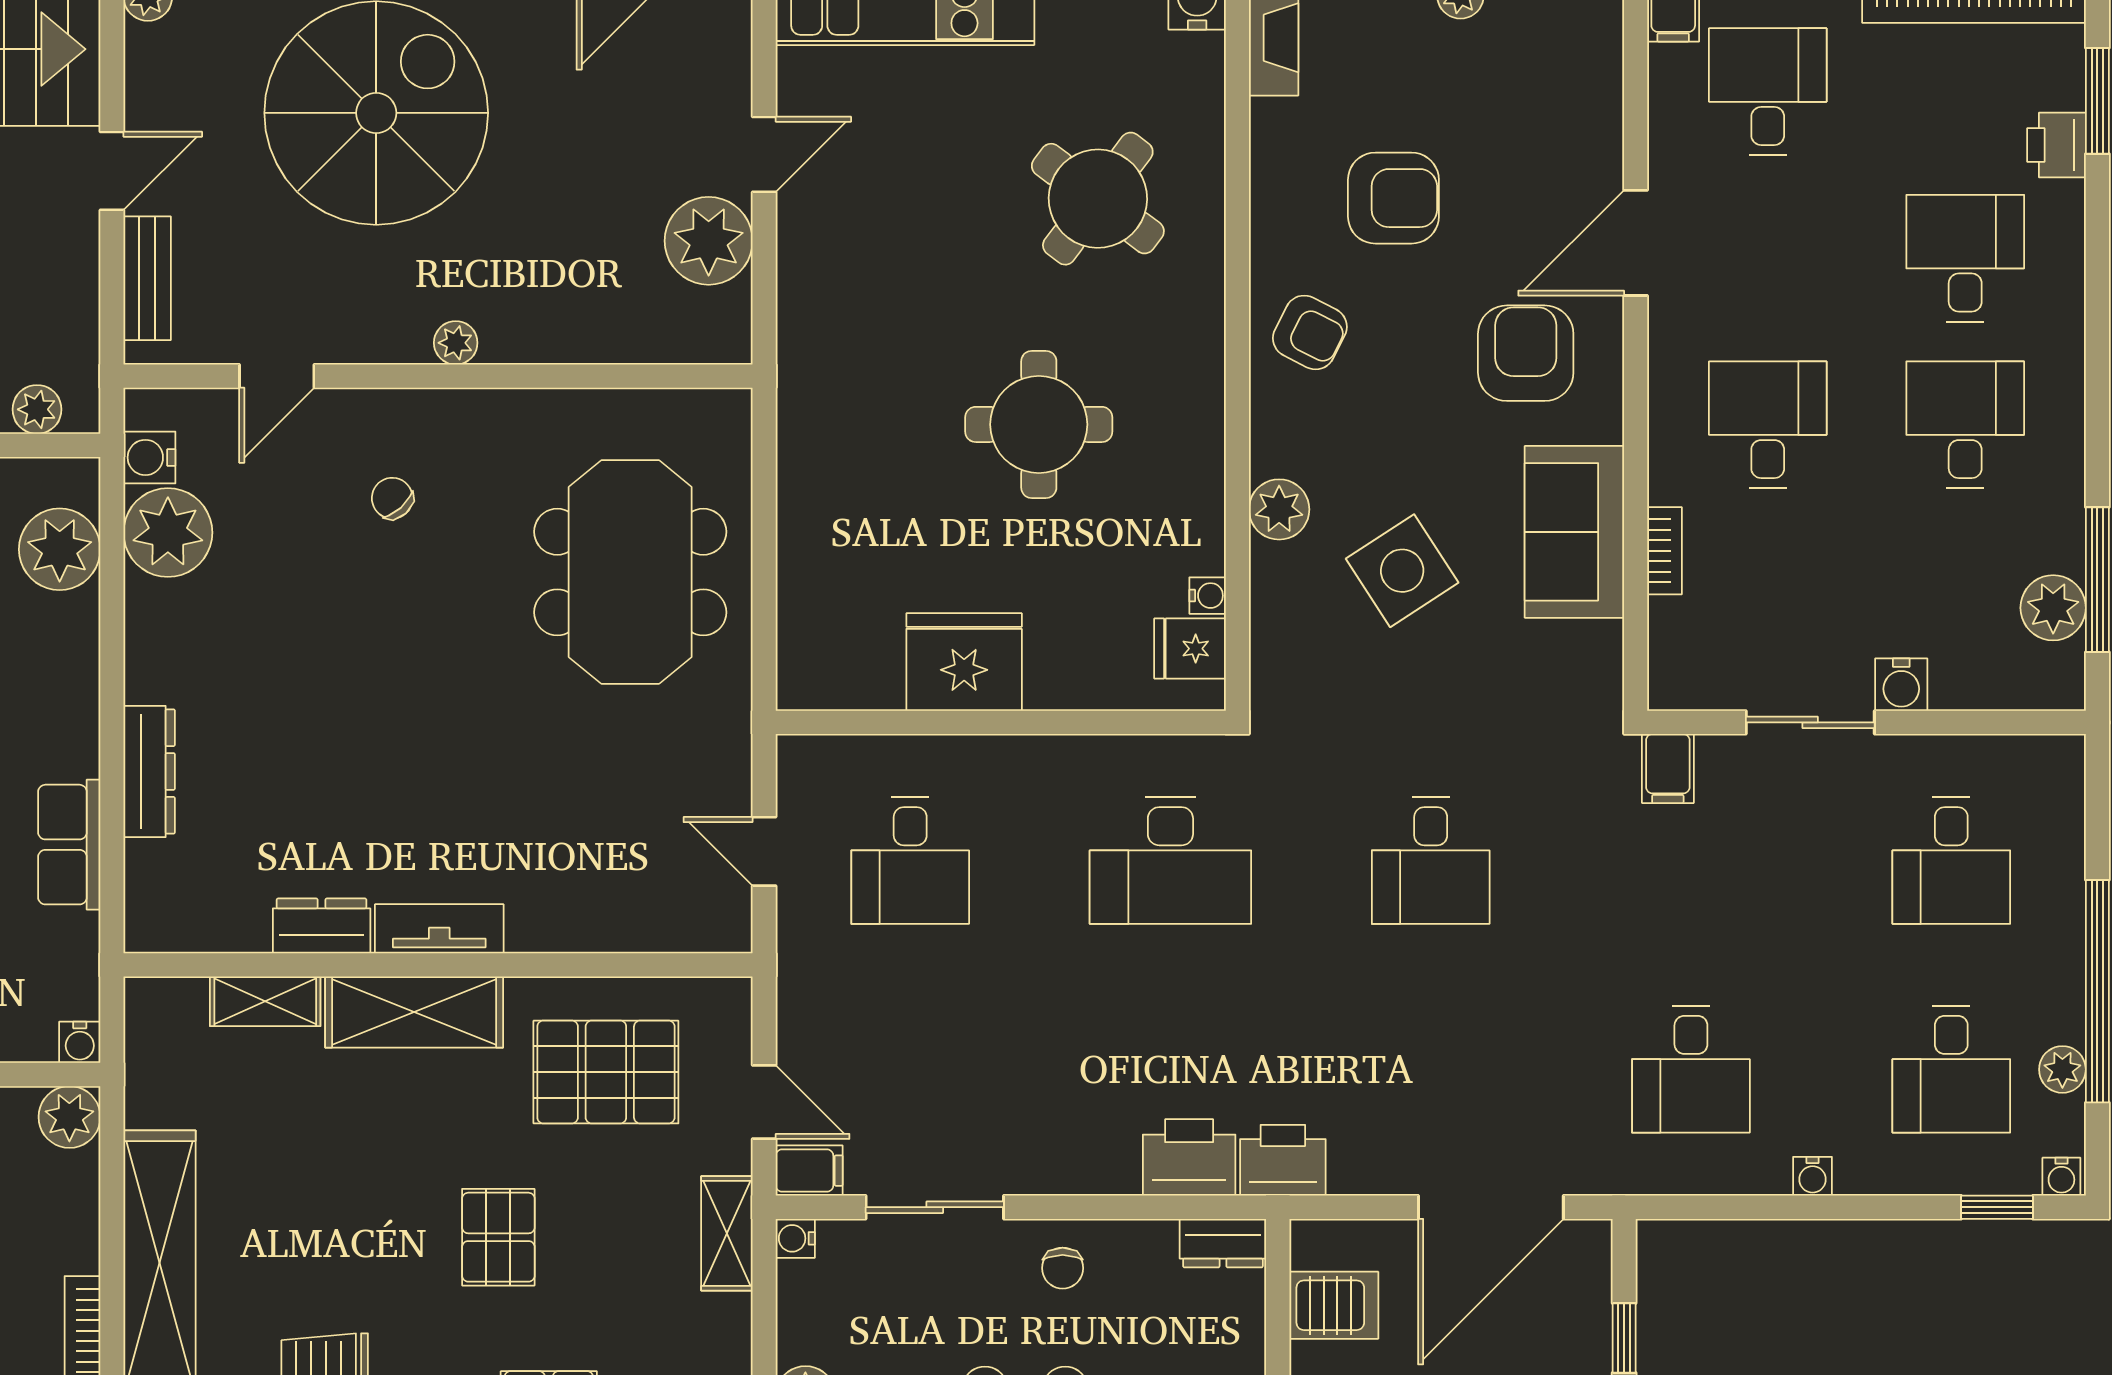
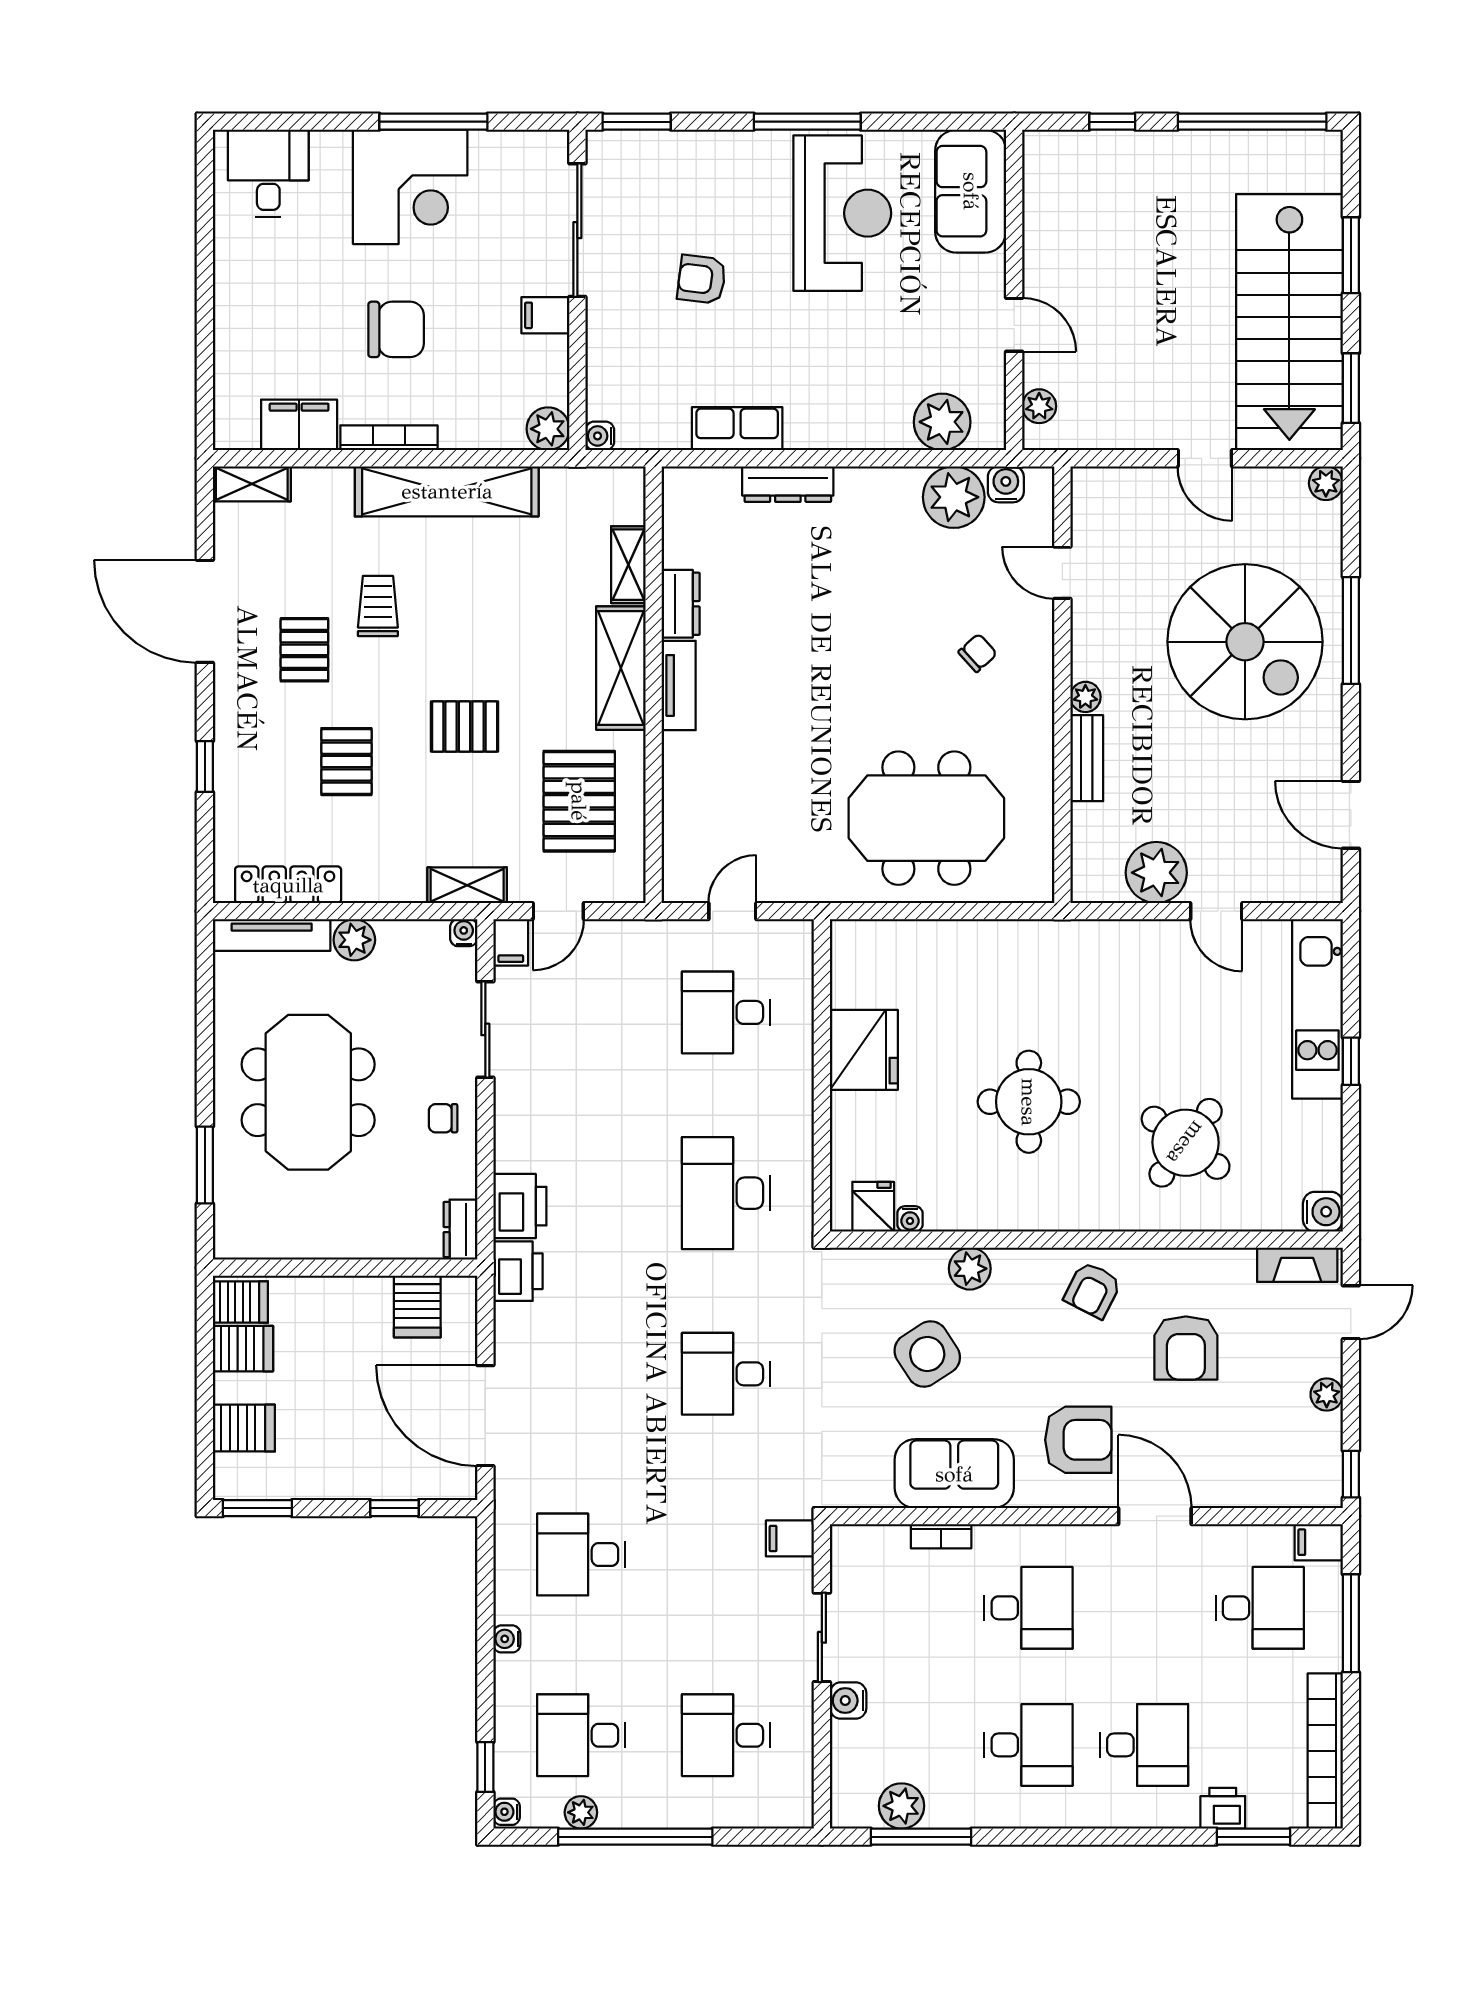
bench: (147, 278) -> (1087, 758), moved, turned 90

